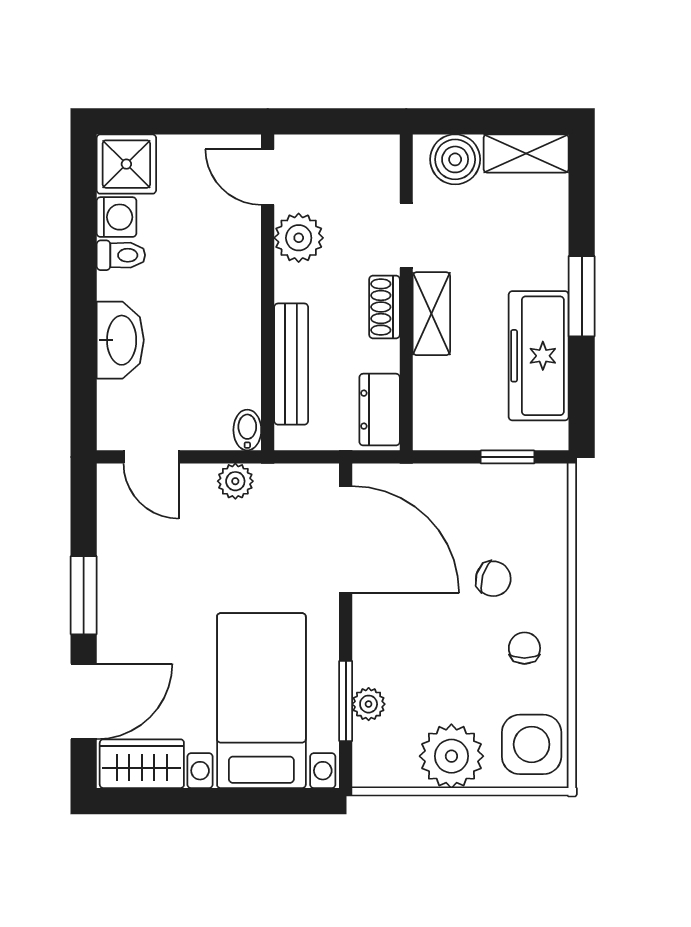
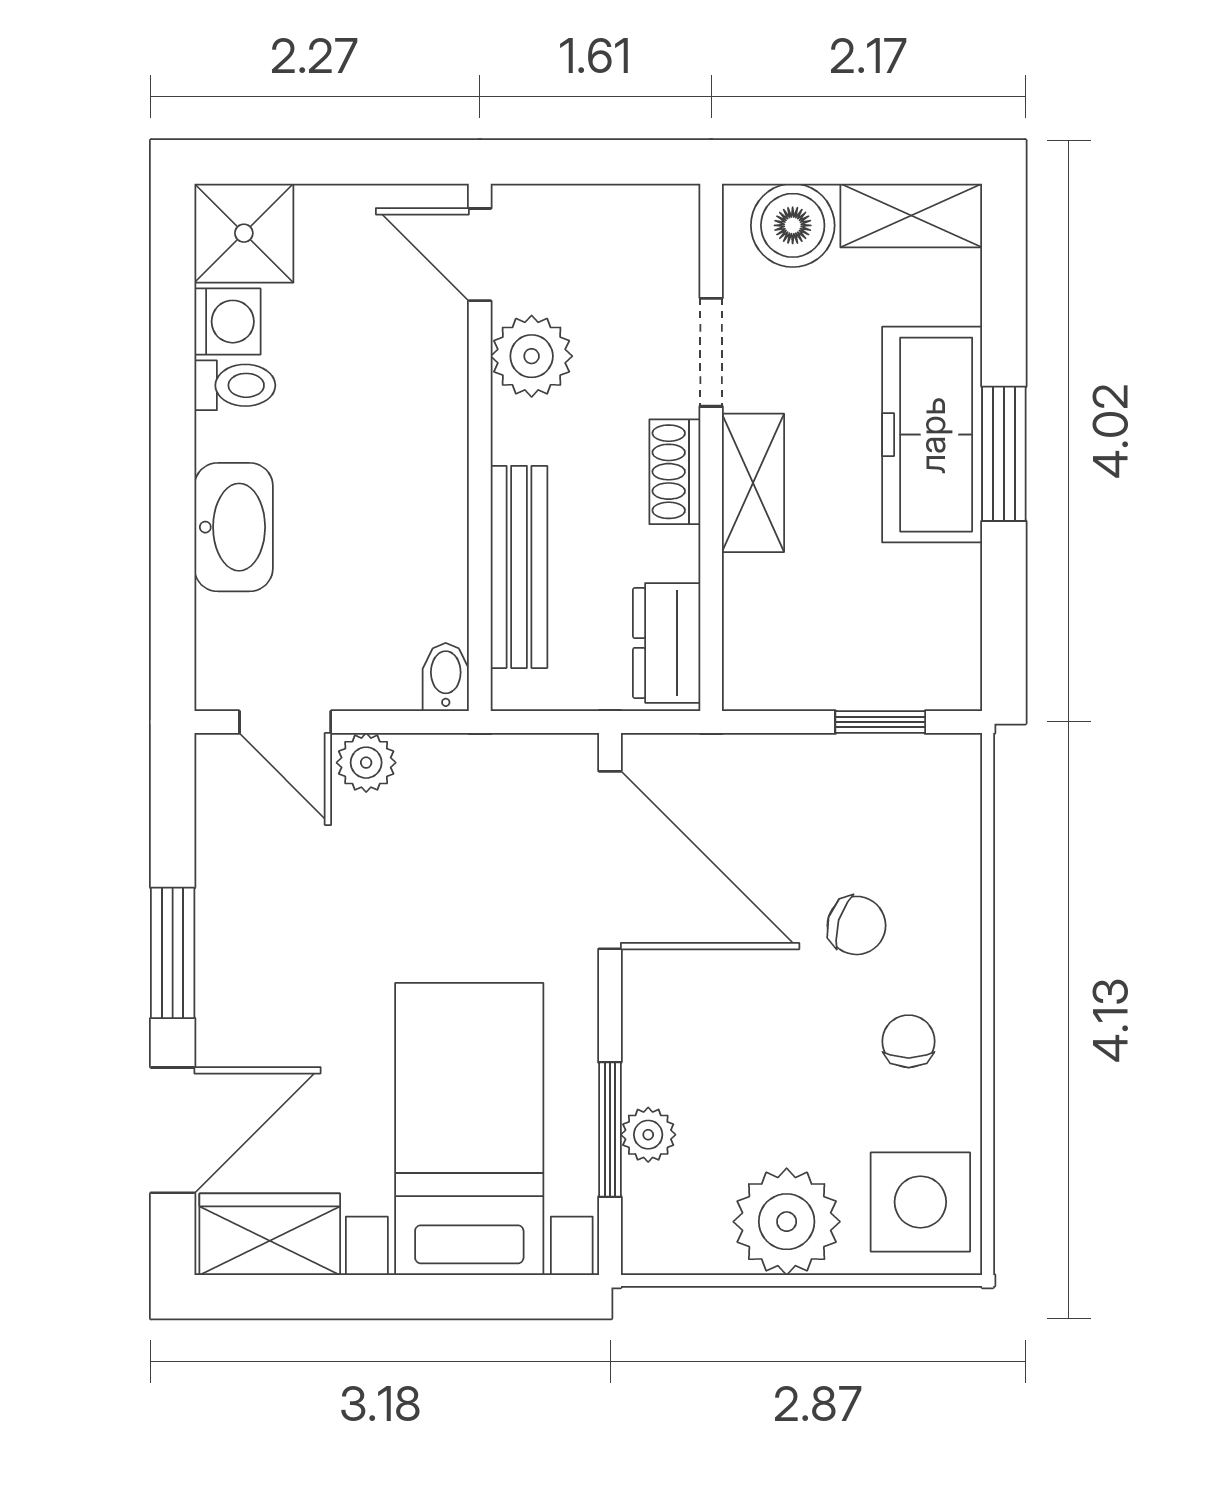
freezer: (539, 356) -> (932, 435), moved
plant: (235, 481) -> (366, 763), moved

